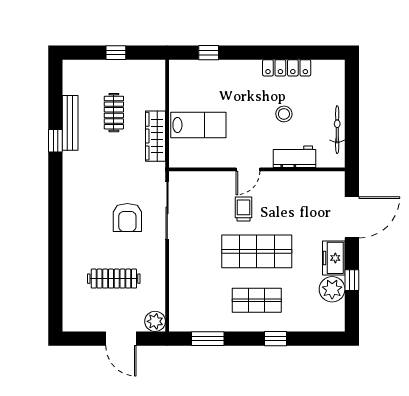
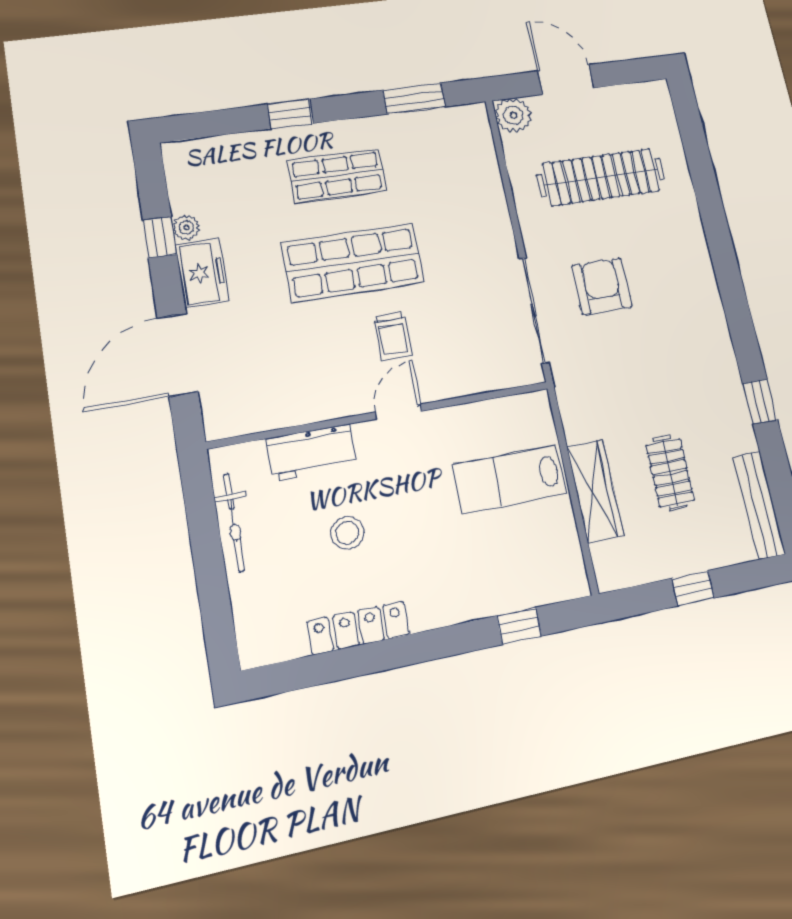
bench: (70, 123) -> (759, 505), moved
wardrobe: (155, 136) -> (595, 491), moved
clothes rail: (114, 279) -> (601, 177), width x1.37, depth x1.31
plant: (332, 289) -> (186, 228), width x0.53, depth x0.53

